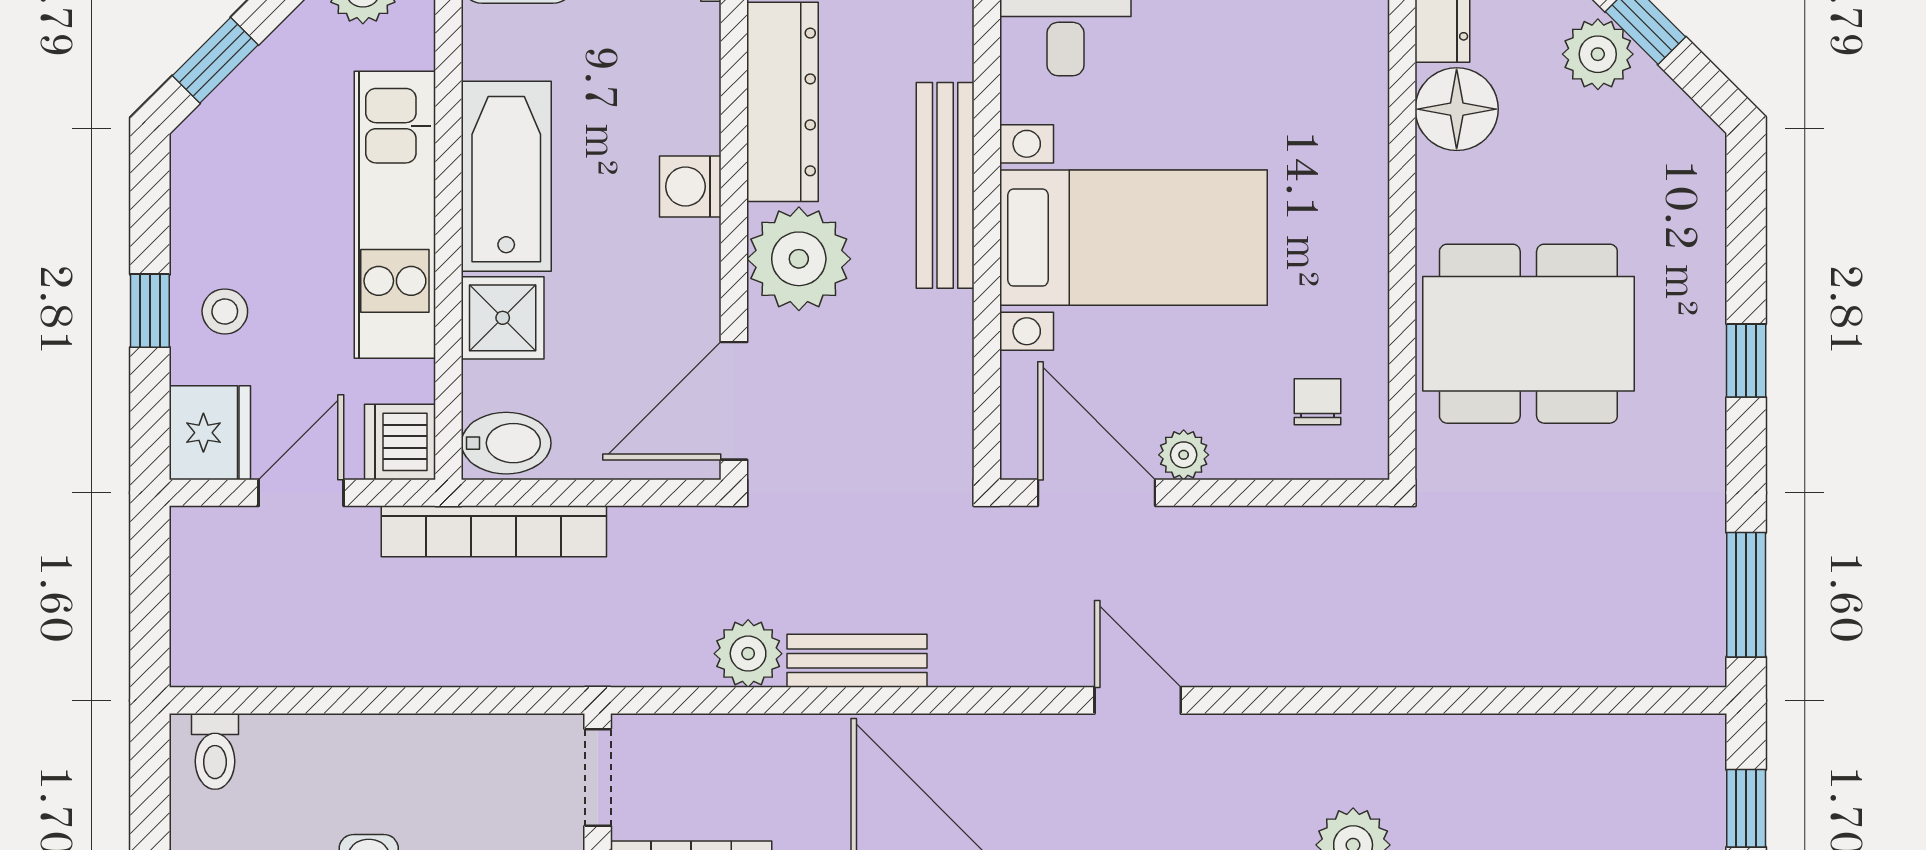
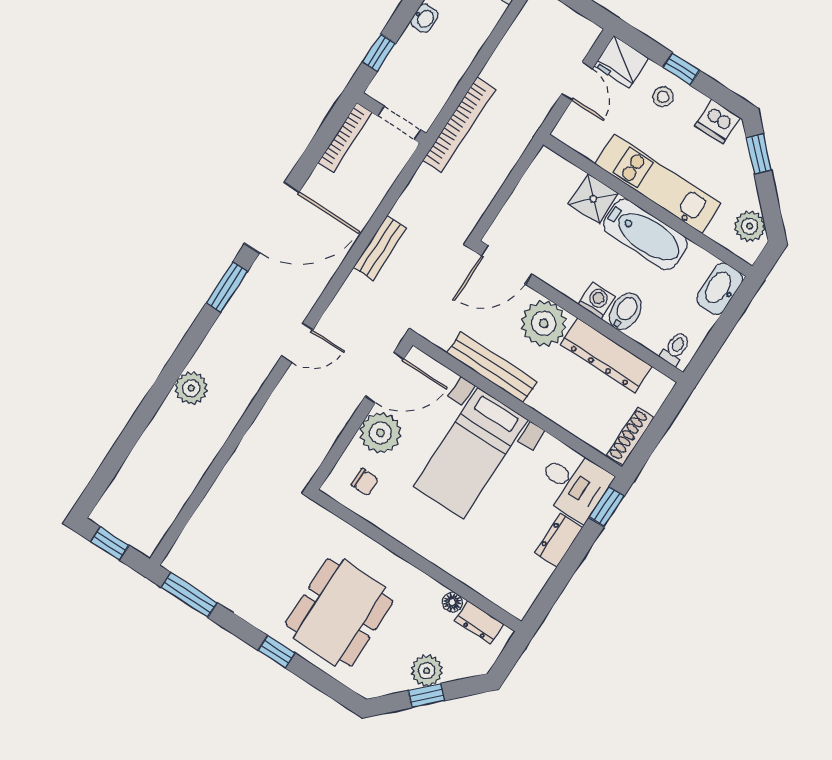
floor lamp: (1457, 109) -> (452, 602), width x0.53, depth x0.53
bench: (945, 185) -> (492, 367), moved
dining table: (1528, 334) -> (339, 613), moved
door: (734, 401) -> (507, 265), swing flipped
dishwasher: (400, 442) -> (717, 121), moved, turned 180
bidet: (506, 443) -> (625, 311), moved, turned 180
plant: (1184, 455) -> (380, 433), width x1.87, depth x1.87
bookcase: (494, 531) -> (459, 125), moved, turned 180
plant: (748, 654) -> (409, 209), removed

